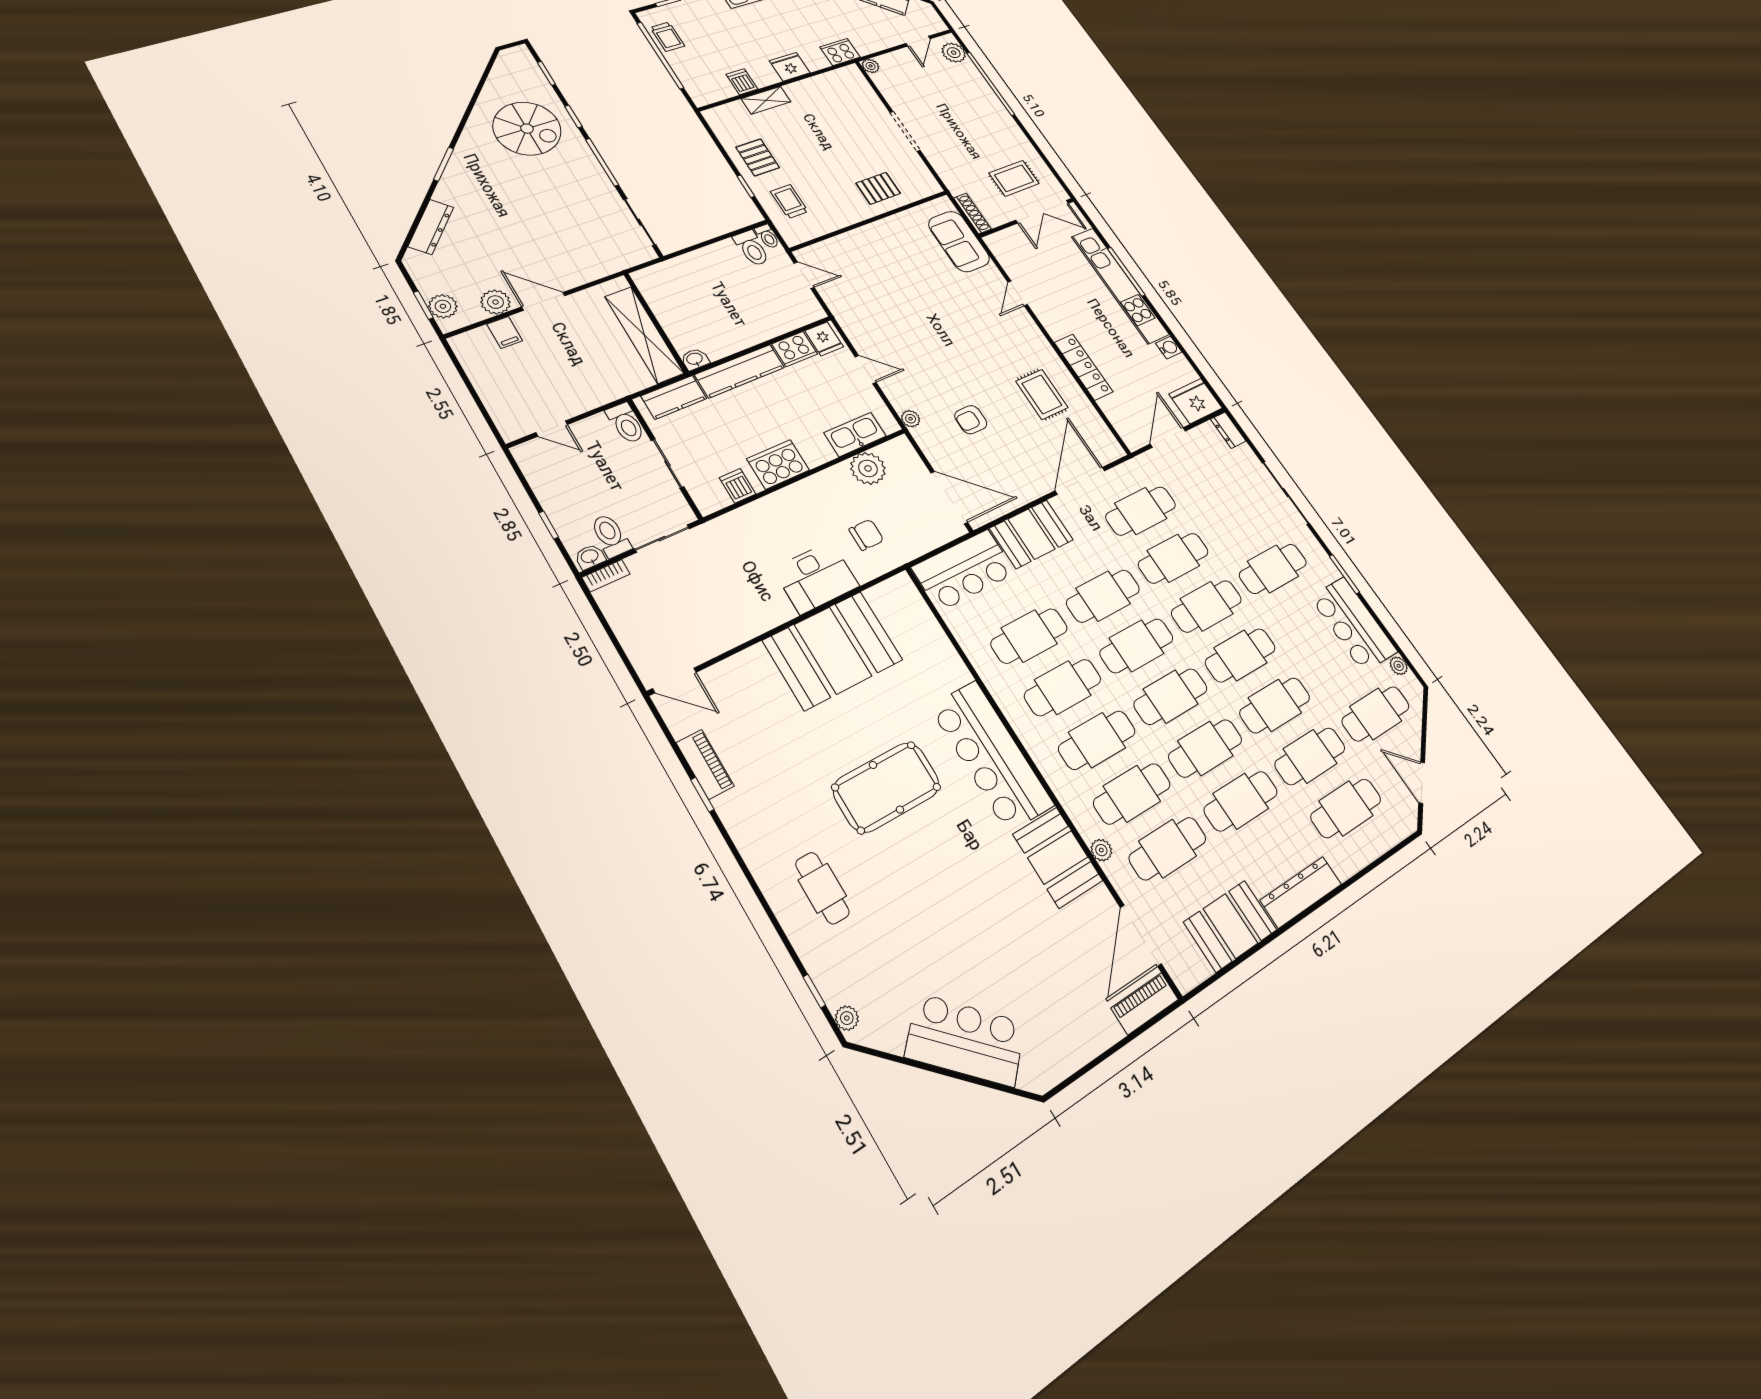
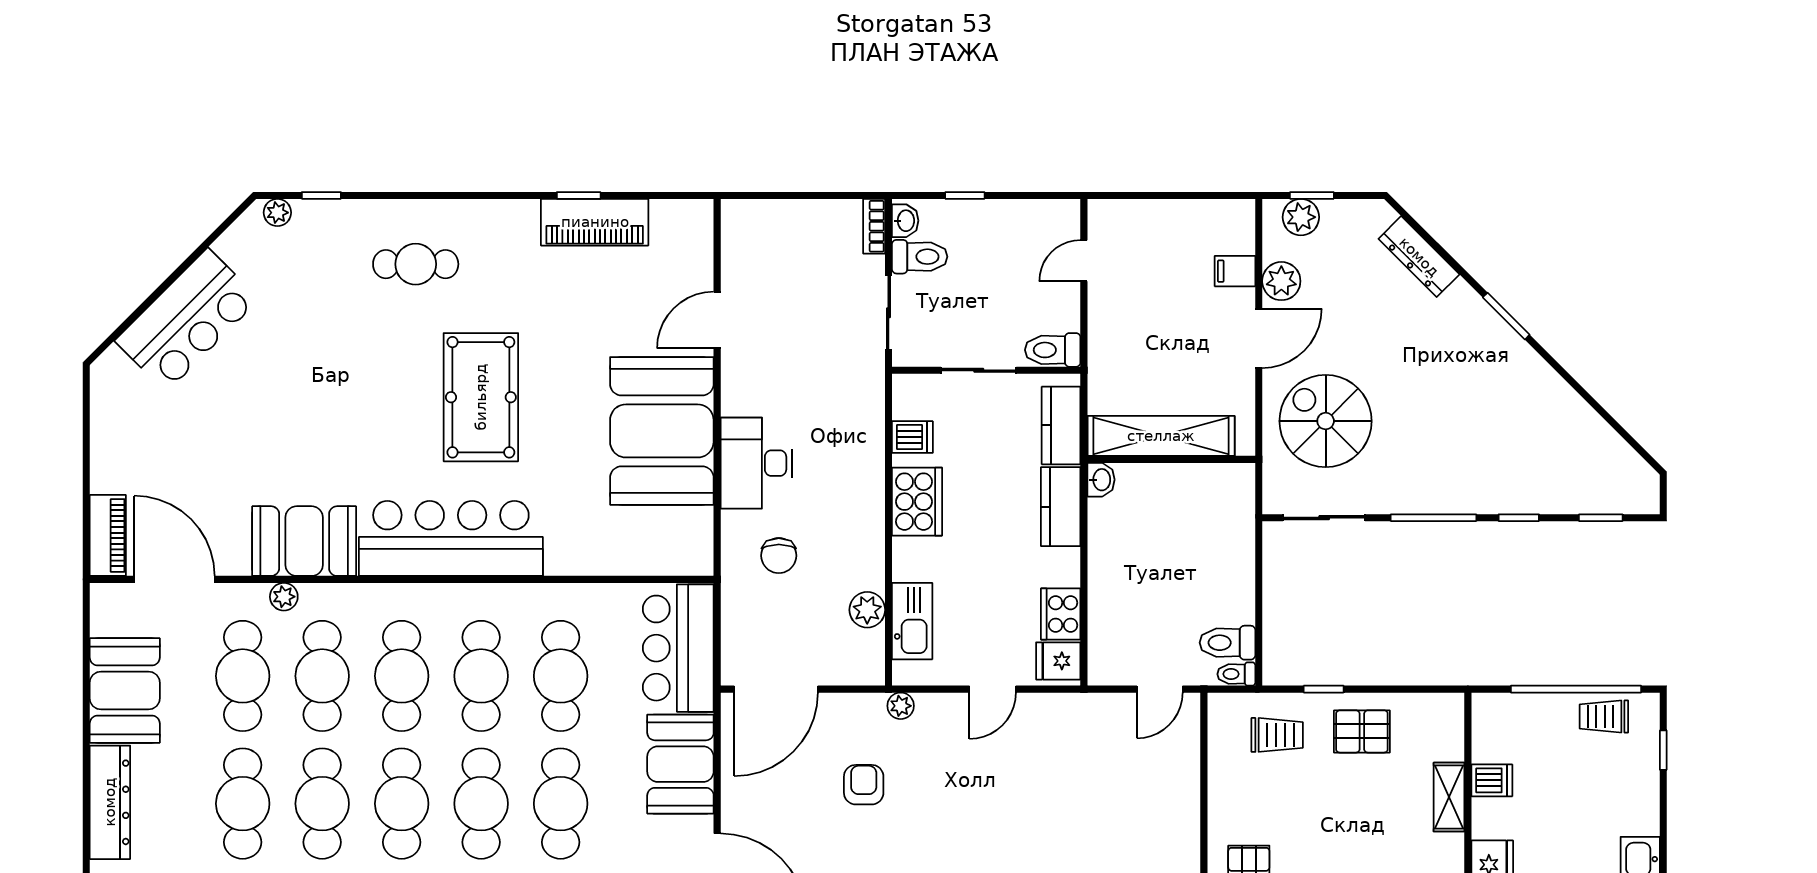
spiral stairs: (527, 129) -> (1326, 421), moved, turned 90
kitchen counter: (740, 371) -> (1061, 507), width x0.67
plant: (868, 468) -> (867, 610), width x0.73, depth x0.73
door: (675, 680) -> (717, 320), moved
piano: (705, 764) -> (595, 222), width x1.37, depth x1.33

